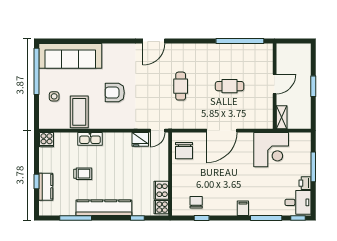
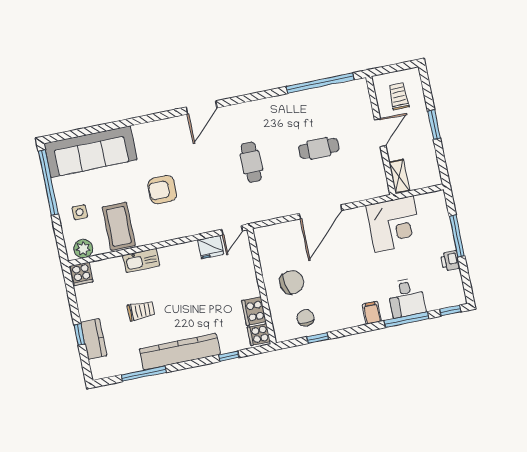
trolley: (293, 61) -> (399, 96), added
plant: (51, 122) -> (83, 249), added
chair: (184, 151) -> (292, 282), moved, turned -103
desk: (298, 202) -> (406, 298), moved, turned 90

